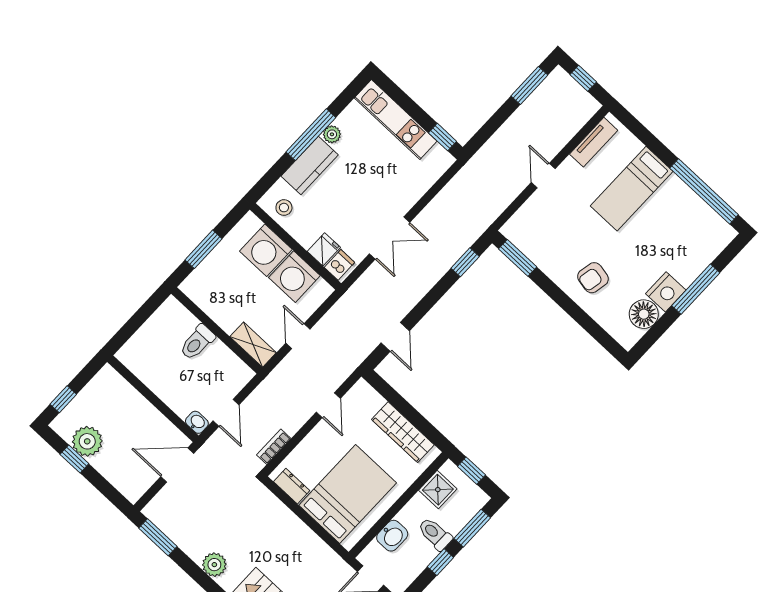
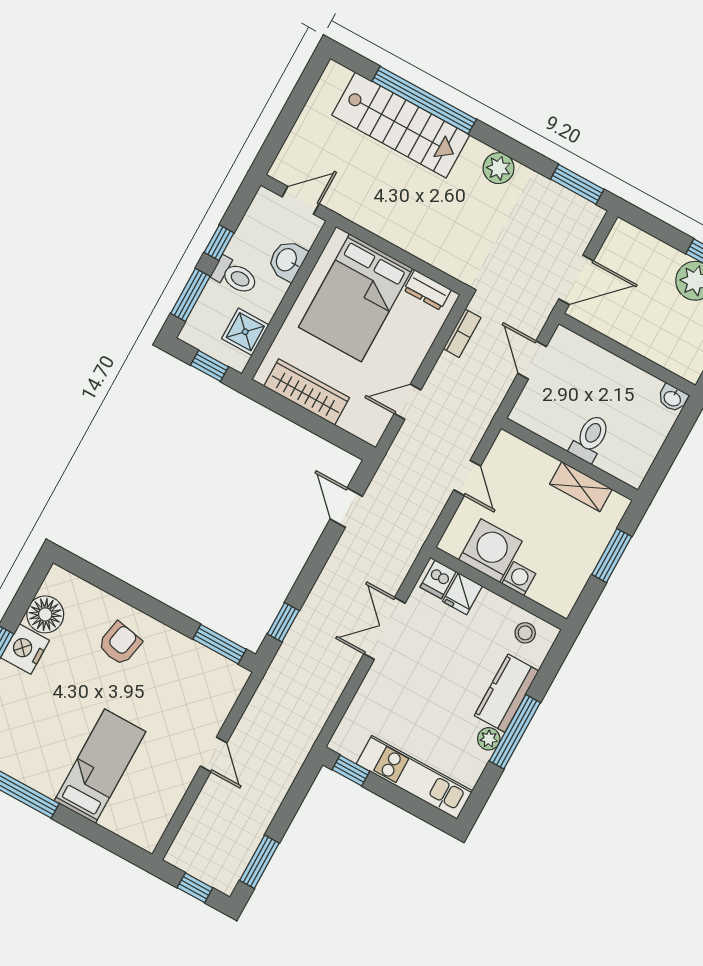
tv unit: (594, 142) -> (162, 812), removed
washing machine: (266, 250) -> (519, 579), width x0.53, depth x0.53
shelving: (253, 345) -> (581, 487), moved
door: (328, 405) -> (408, 402), hinge flipped
washbasin: (197, 422) -> (673, 398), moved

